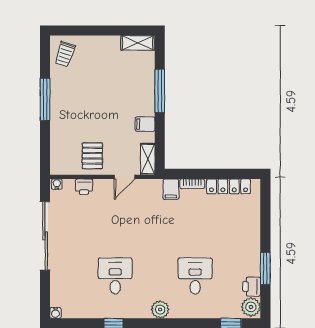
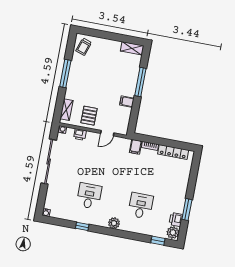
shelving: (148, 159) -> (67, 110), moved

